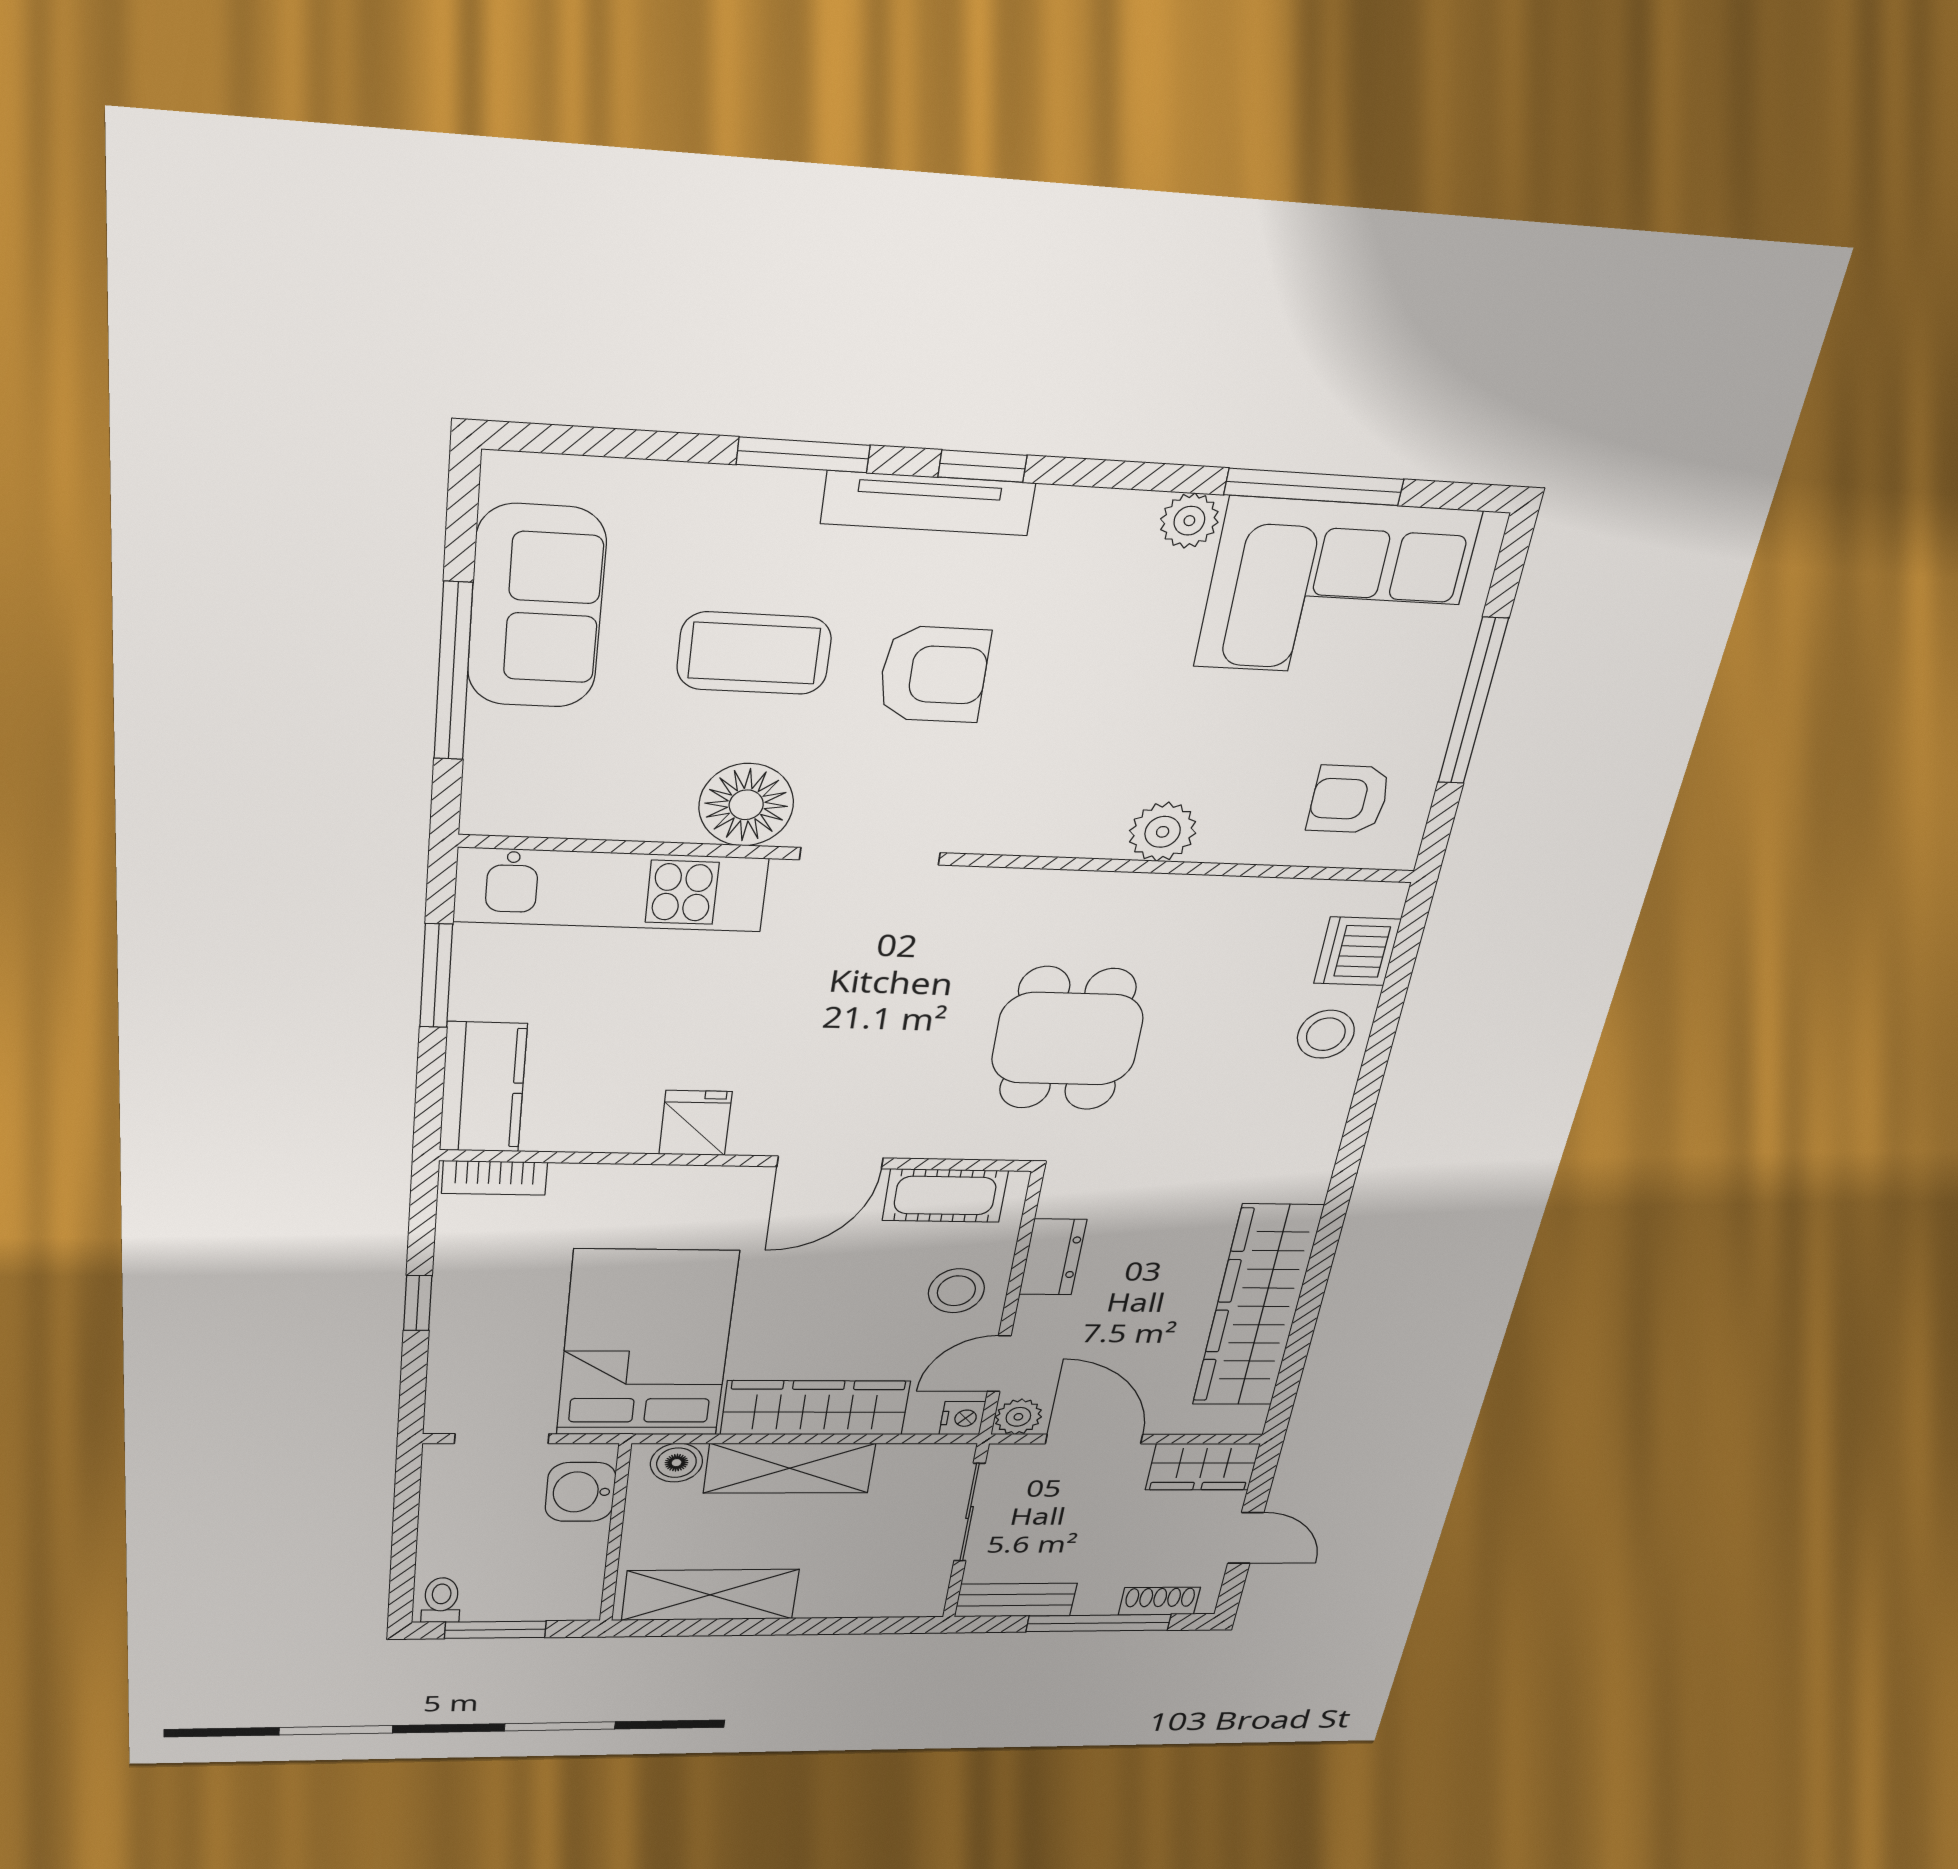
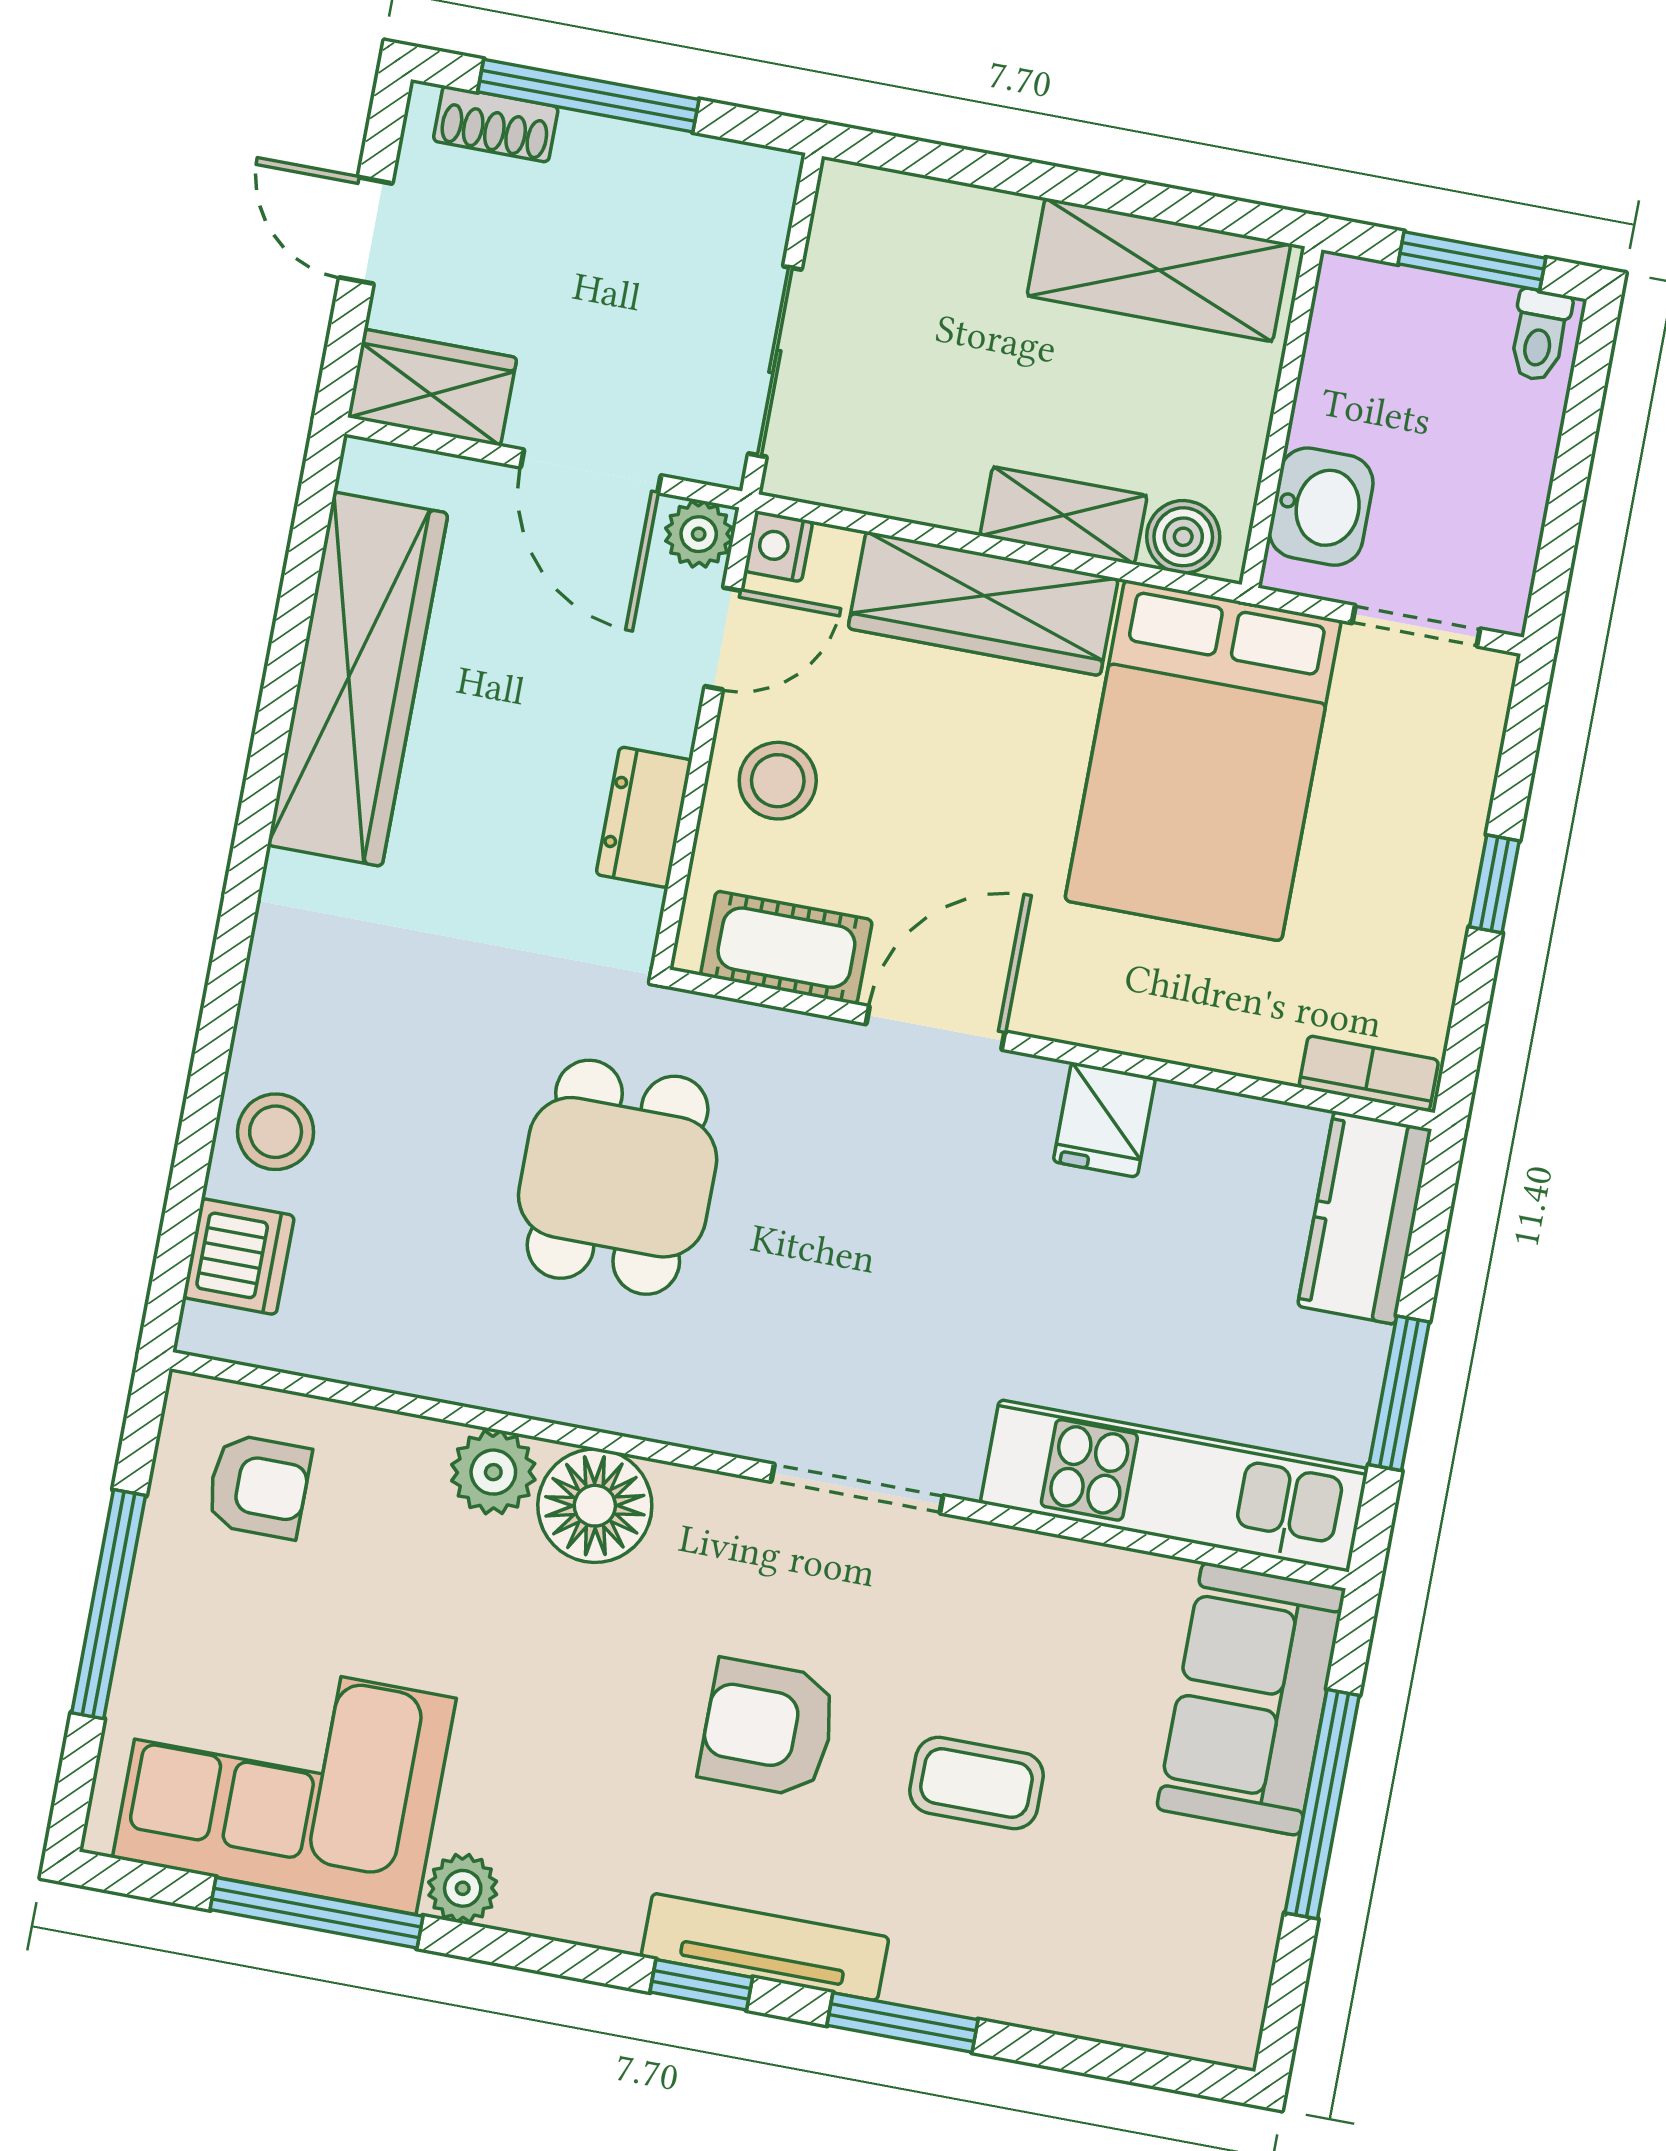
sofa: (536, 607) -> (1251, 1699), moved
coffee table: (754, 653) -> (976, 1783), width x0.73, depth x0.77
floor lamp: (746, 805) -> (595, 1506), moved
shelving: (789, 1468) -> (1064, 515), width x0.67, depth x0.75
bench: (1016, 1600) -> (713, 170), removed

